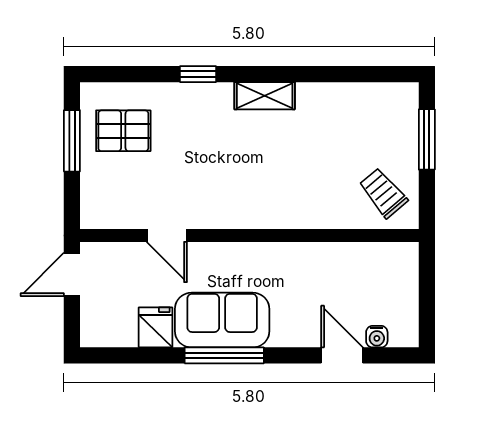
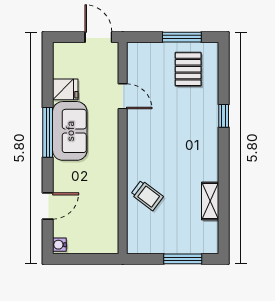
shelving: (265, 96) -> (210, 201), moved
trolley: (383, 193) -> (147, 195), moved, turned 77
door: (167, 235) -> (123, 96), swing flipped
water cooler: (377, 337) -> (59, 245), moved

